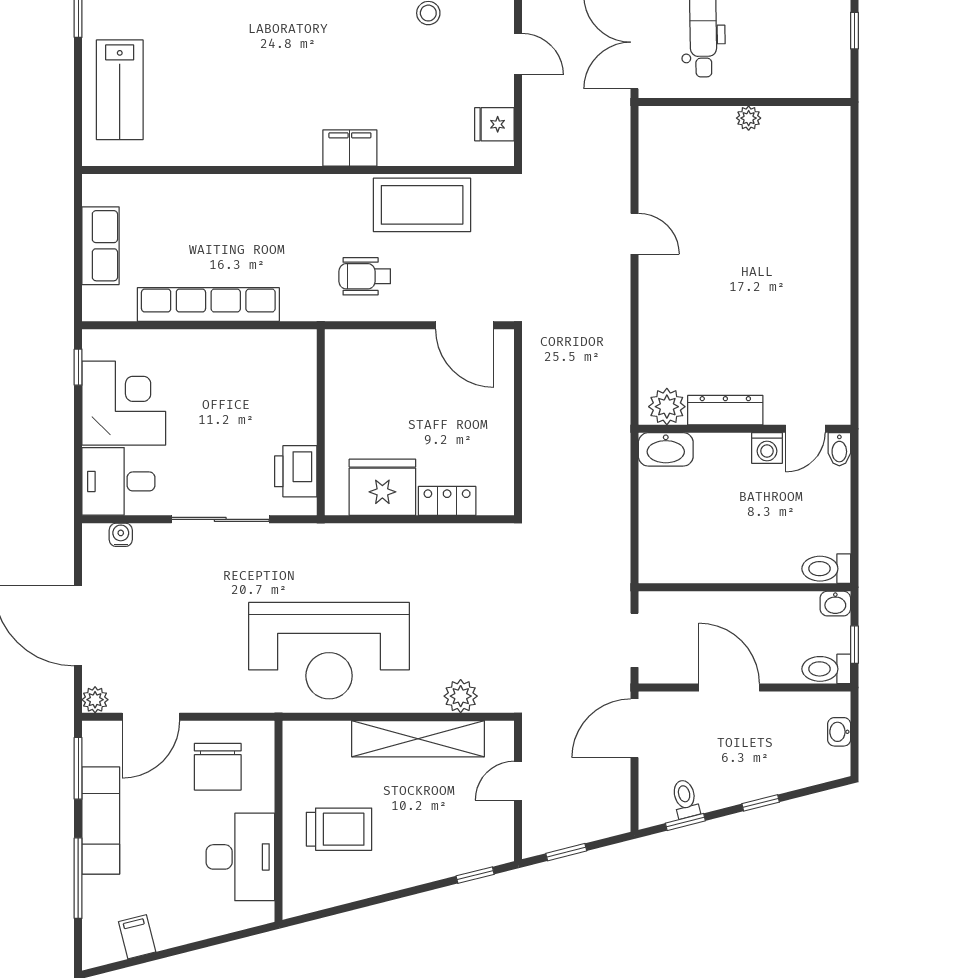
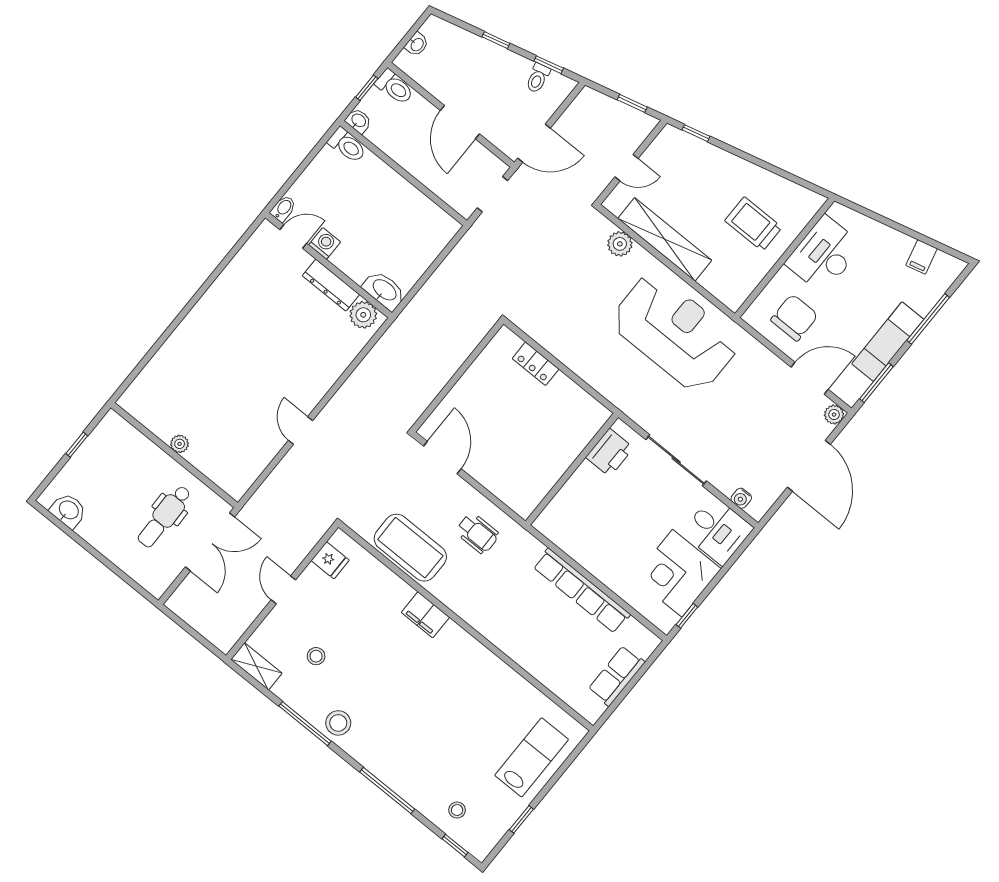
fridge: (382, 487) -> (567, 402), removed

